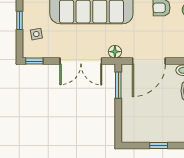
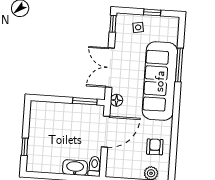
door: (149, 61) -> (106, 132), swing flipped
window: (159, 145) -> (25, 147), moved

